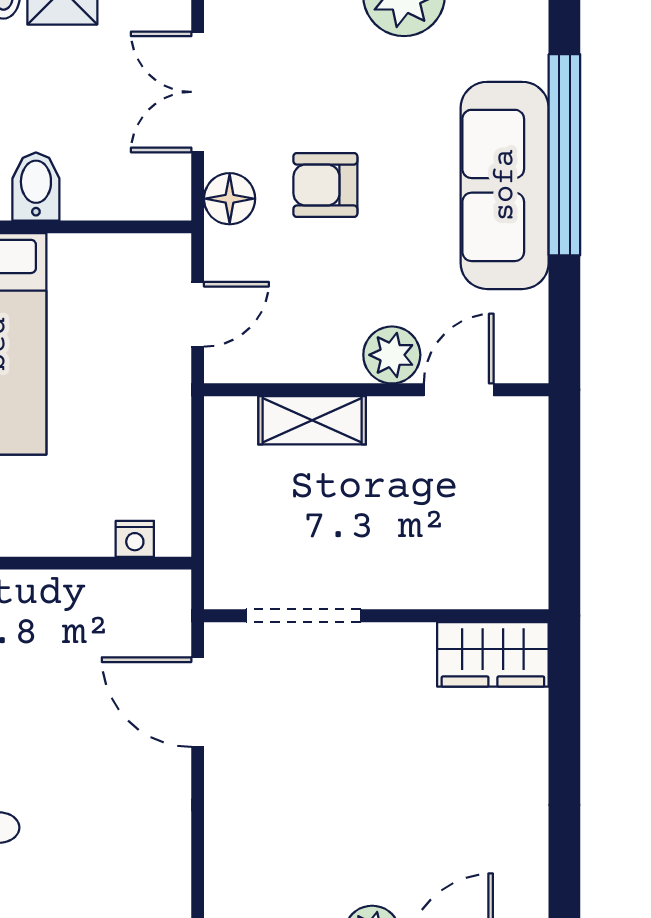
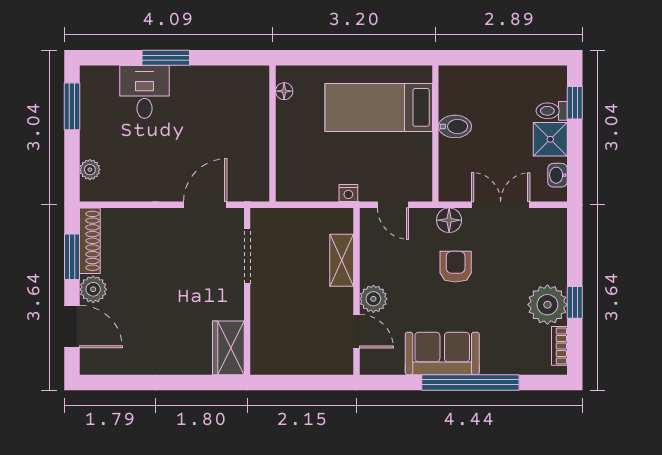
sofa: (505, 185) -> (442, 353), width x0.73
nightstand: (135, 539) -> (348, 193), moved, turned -90

